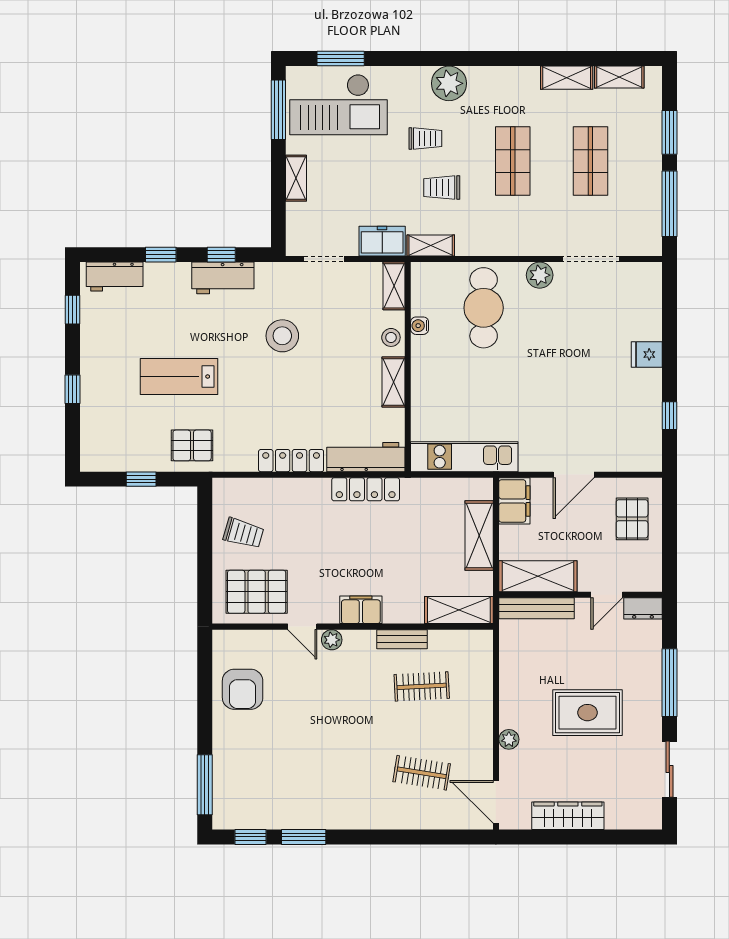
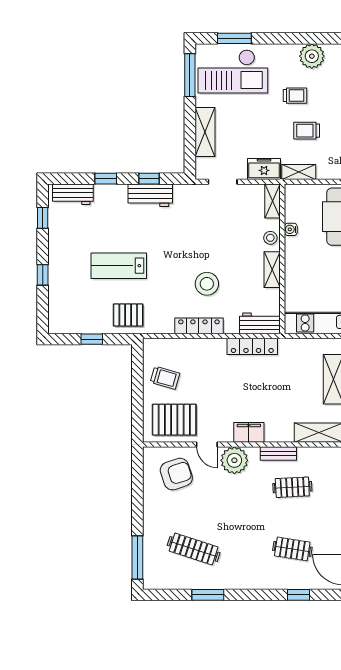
shelving: (296, 178) -> (205, 132), width x1.50, depth x1.33
stool: (282, 336) -> (207, 284), moved
workbench: (366, 457) -> (260, 323), width x0.73
plant: (332, 640) -> (234, 460), width x1.88, depth x1.88
armchair: (243, 689) -> (176, 474), moved, turned -108
clothes rail: (284, 773) -> (194, 549), added
window: (250, 837) -> (298, 595), moved

